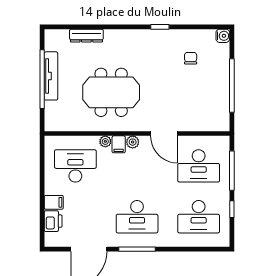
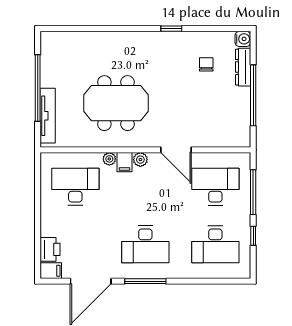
dresser: (86, 36) -> (243, 67), moved, turned 90
tv unit: (51, 76) -> (48, 116), moved
desk: (199, 166) -> (215, 187), turned 180
filing cabinet: (54, 202) -> (51, 271), moved

